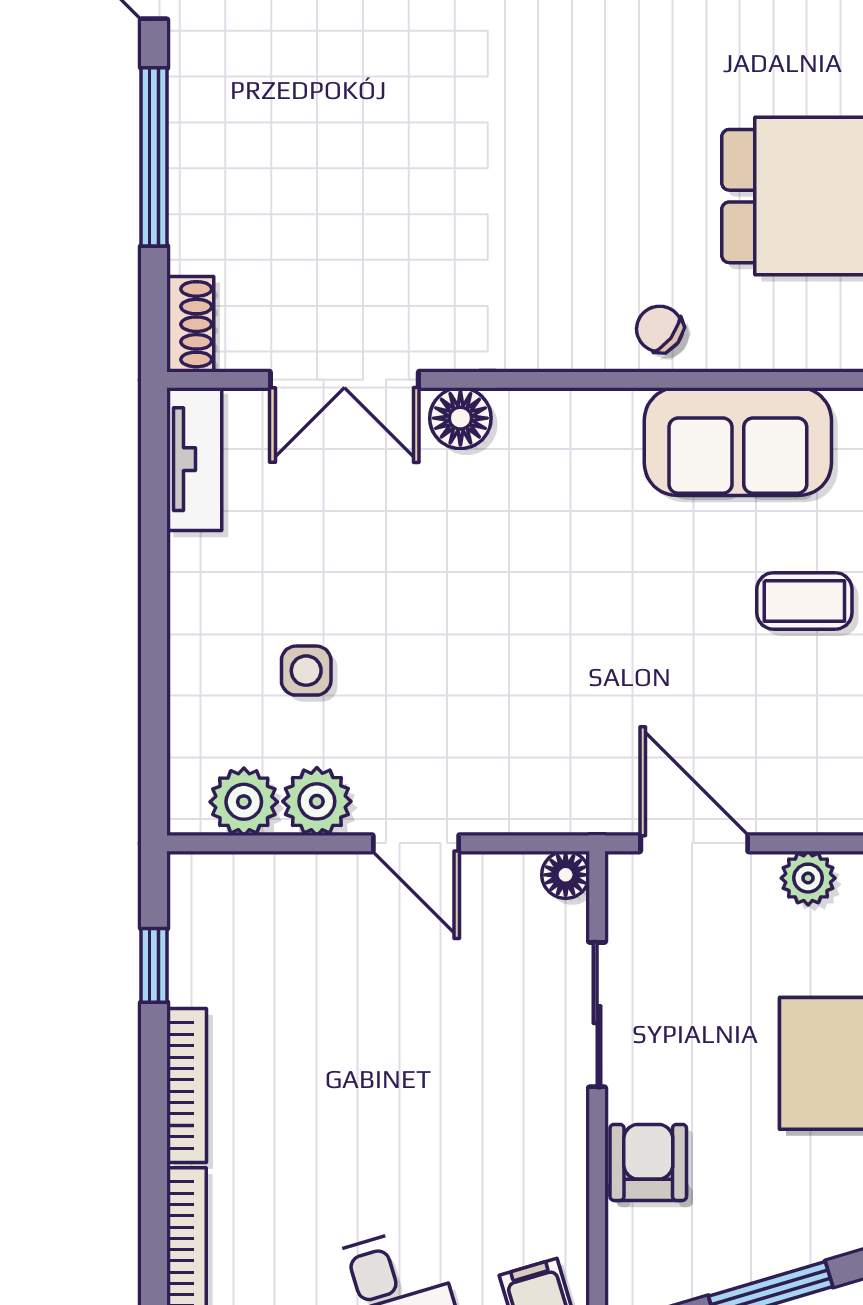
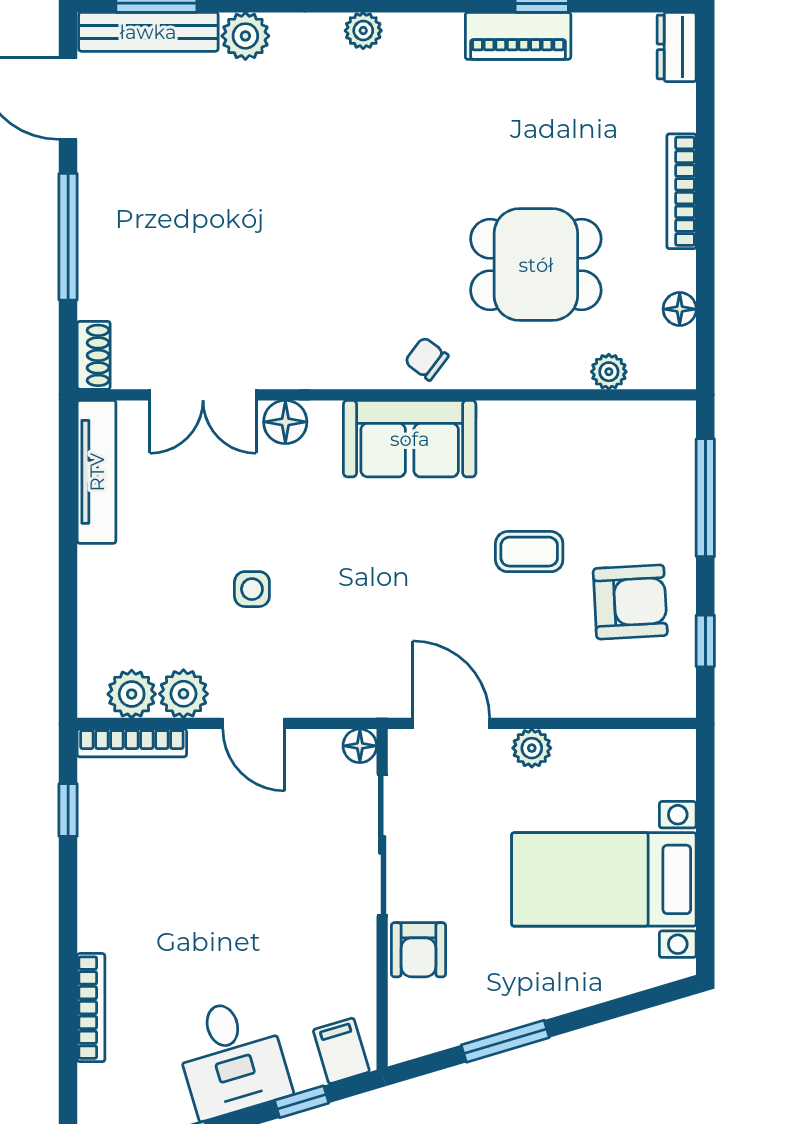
sofa: (738, 442) -> (410, 439), moved
tv unit: (194, 459) -> (97, 472), width x1.41
side table: (306, 671) -> (252, 589), moved
sliding door: (597, 1015) -> (382, 845), width x1.37
bookcase: (187, 1085) -> (132, 743), moved, turned 90
armchair: (648, 1162) -> (418, 950), turned 180

